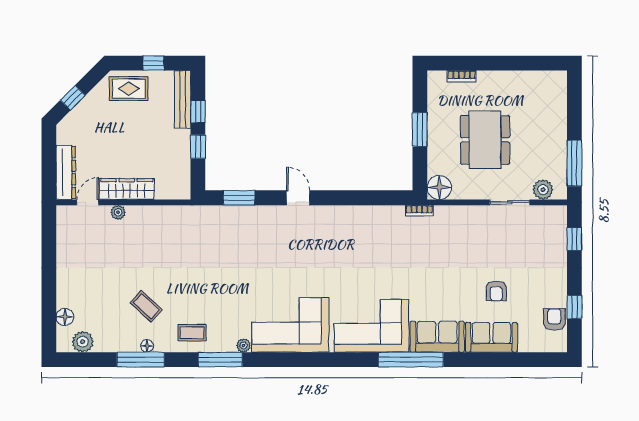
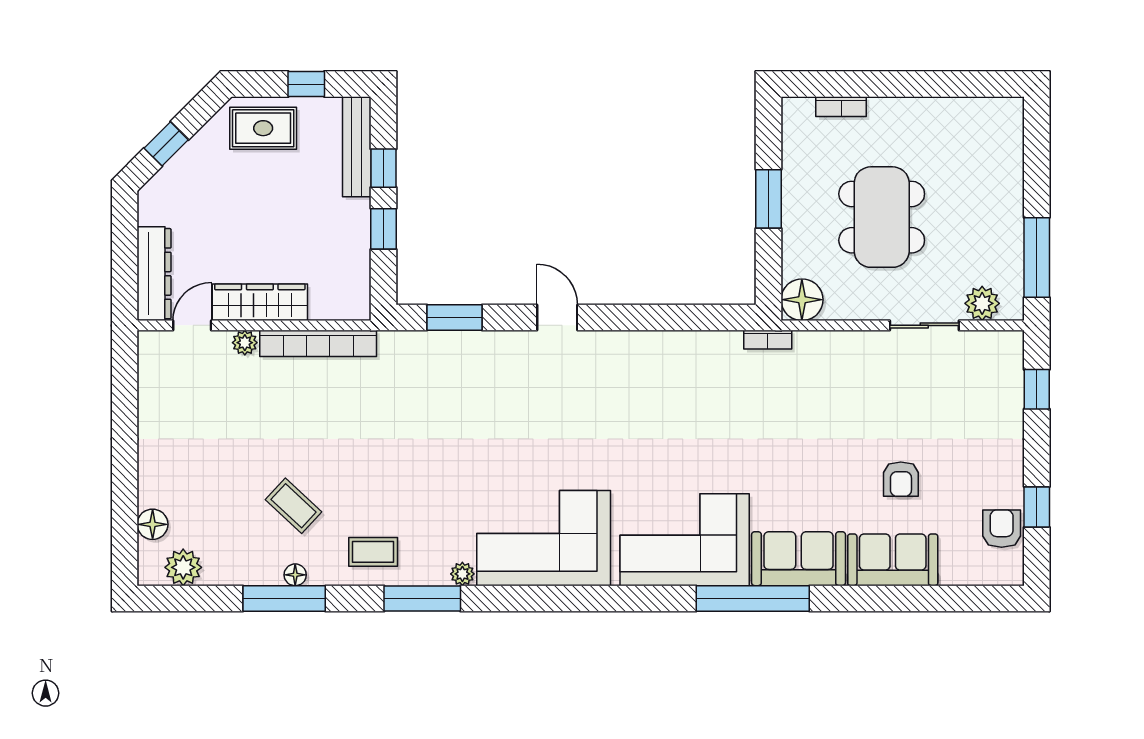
bookcase: (160, 213) -> (318, 343), added

